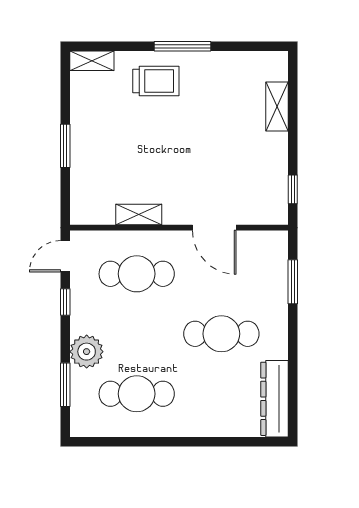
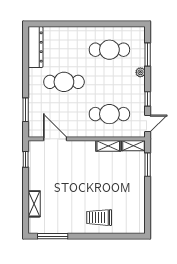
window: (182, 46) -> (53, 236), moved
shelving: (92, 61) -> (133, 146), moved
window: (65, 146) -> (148, 165), moved
door: (214, 228) -> (55, 139), moved
plant: (87, 352) -> (140, 72), width x0.53, depth x0.53

